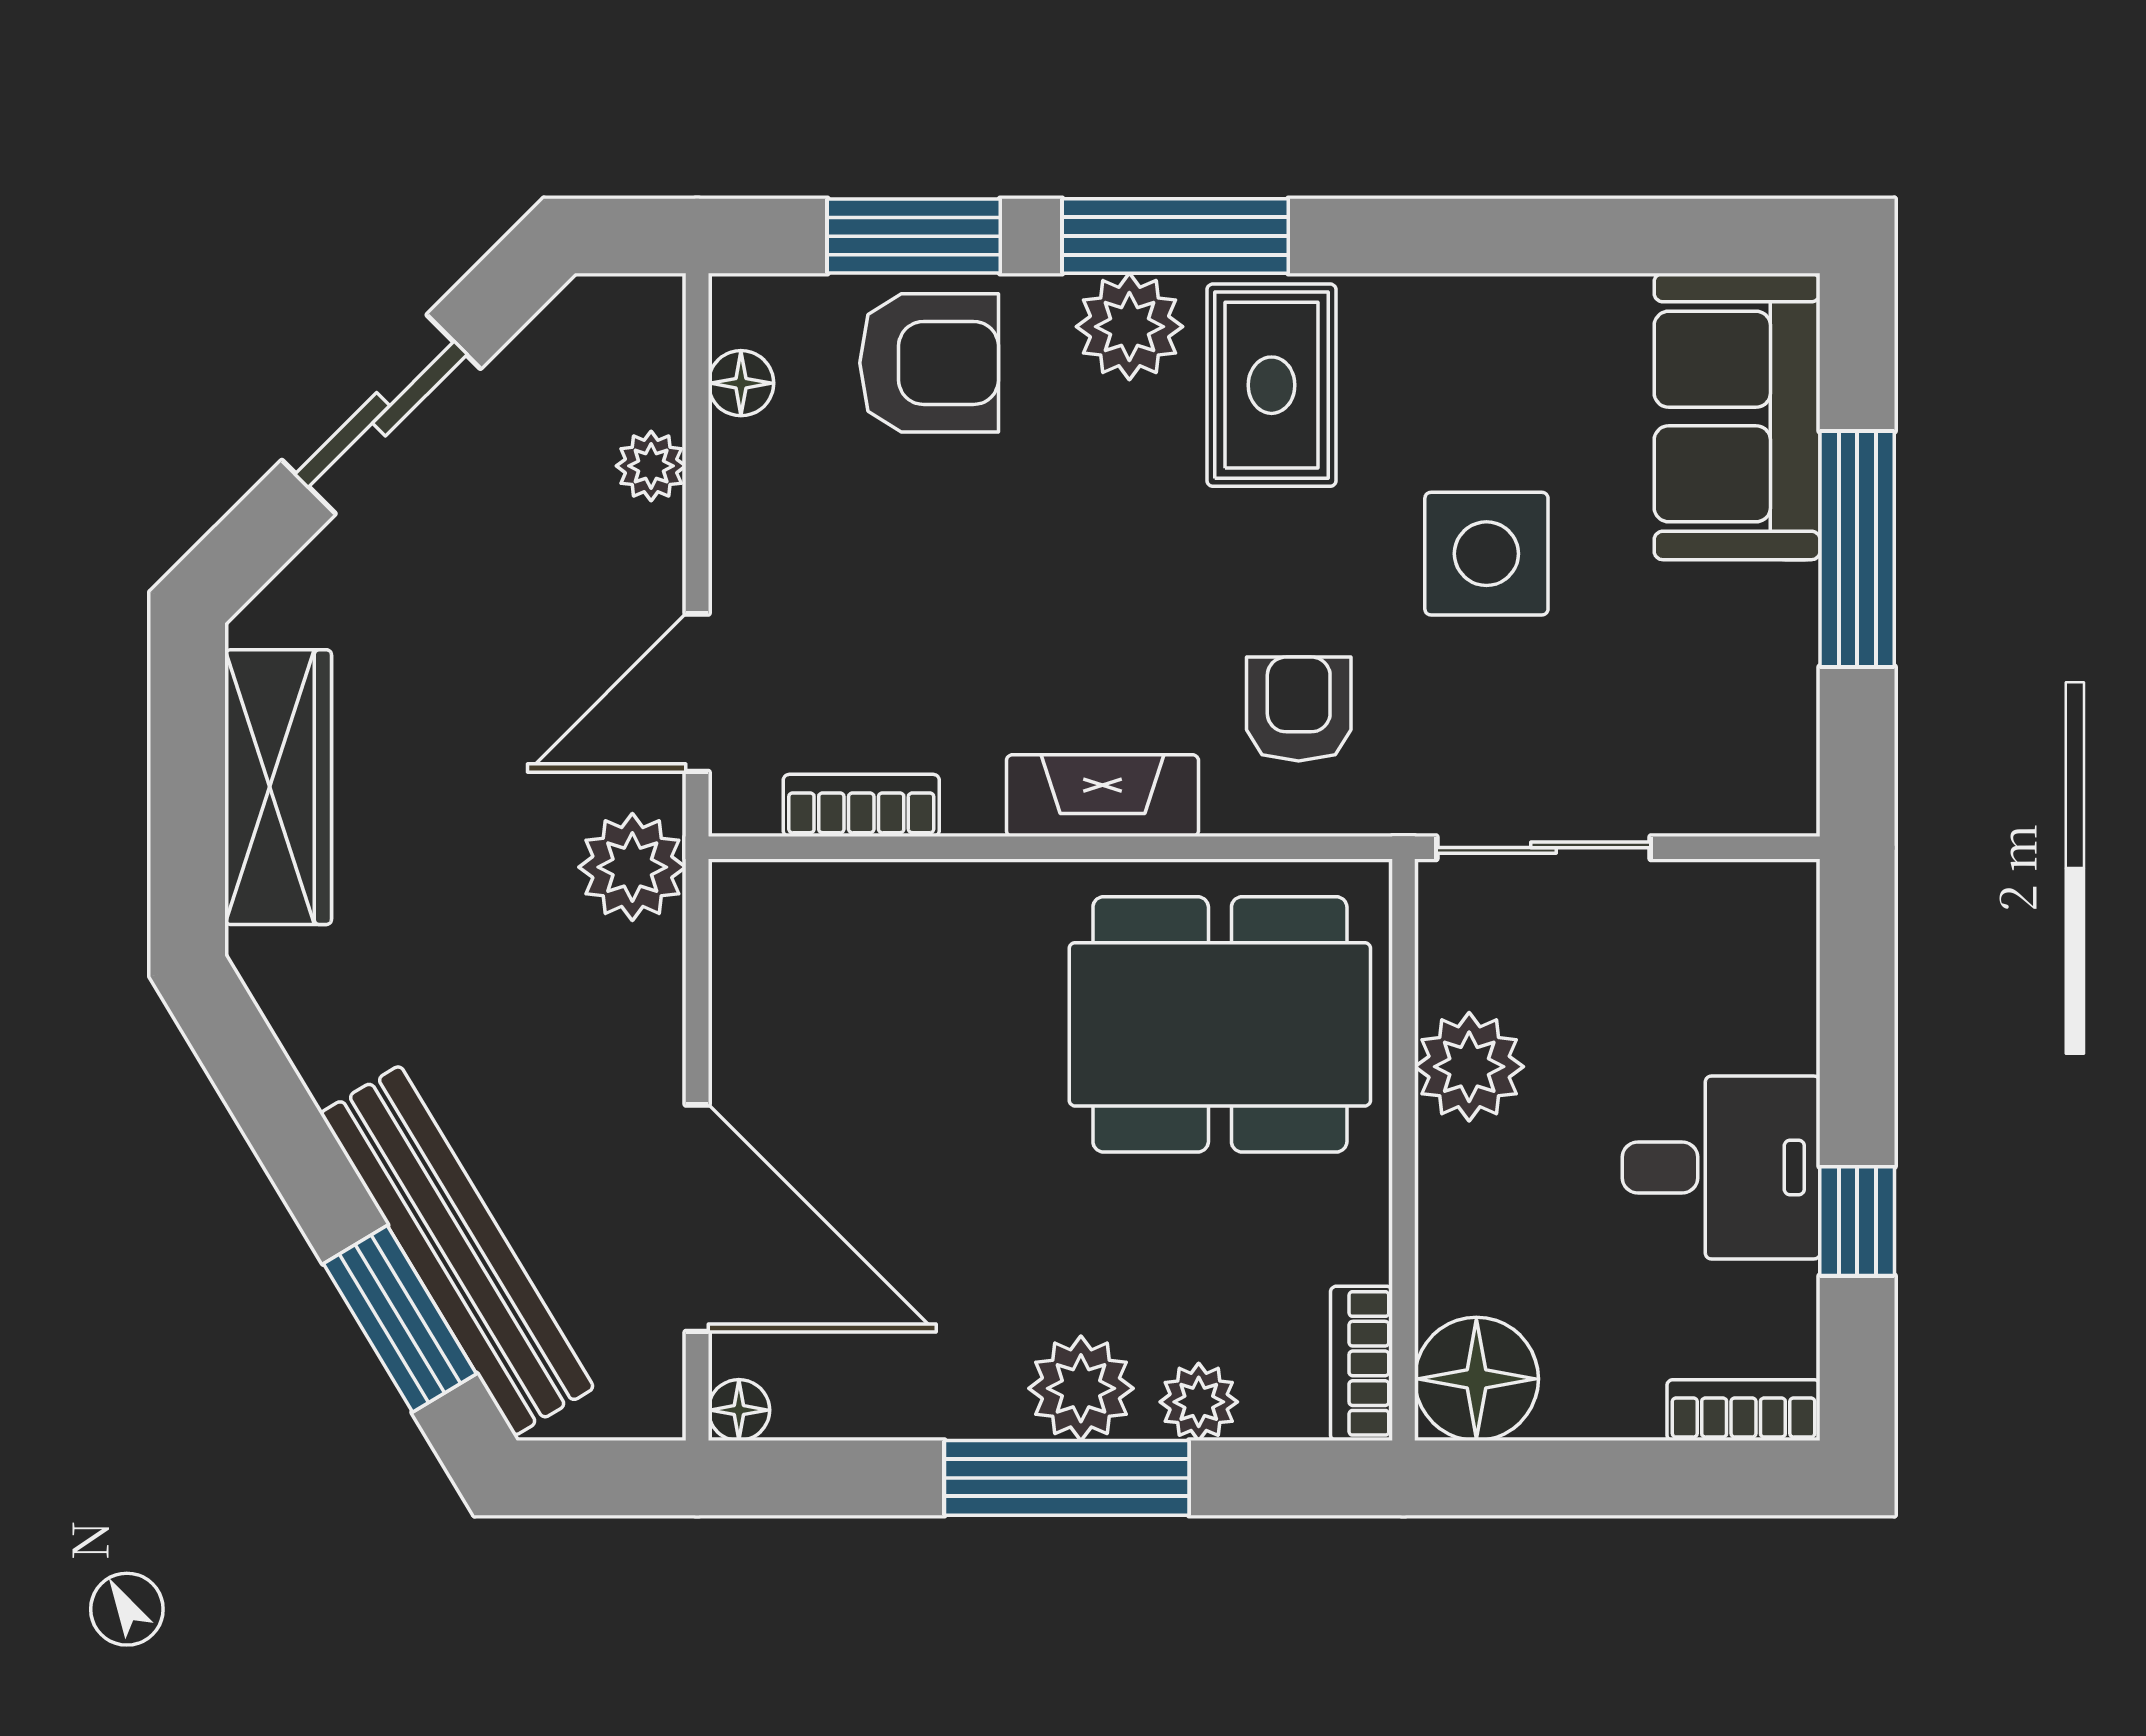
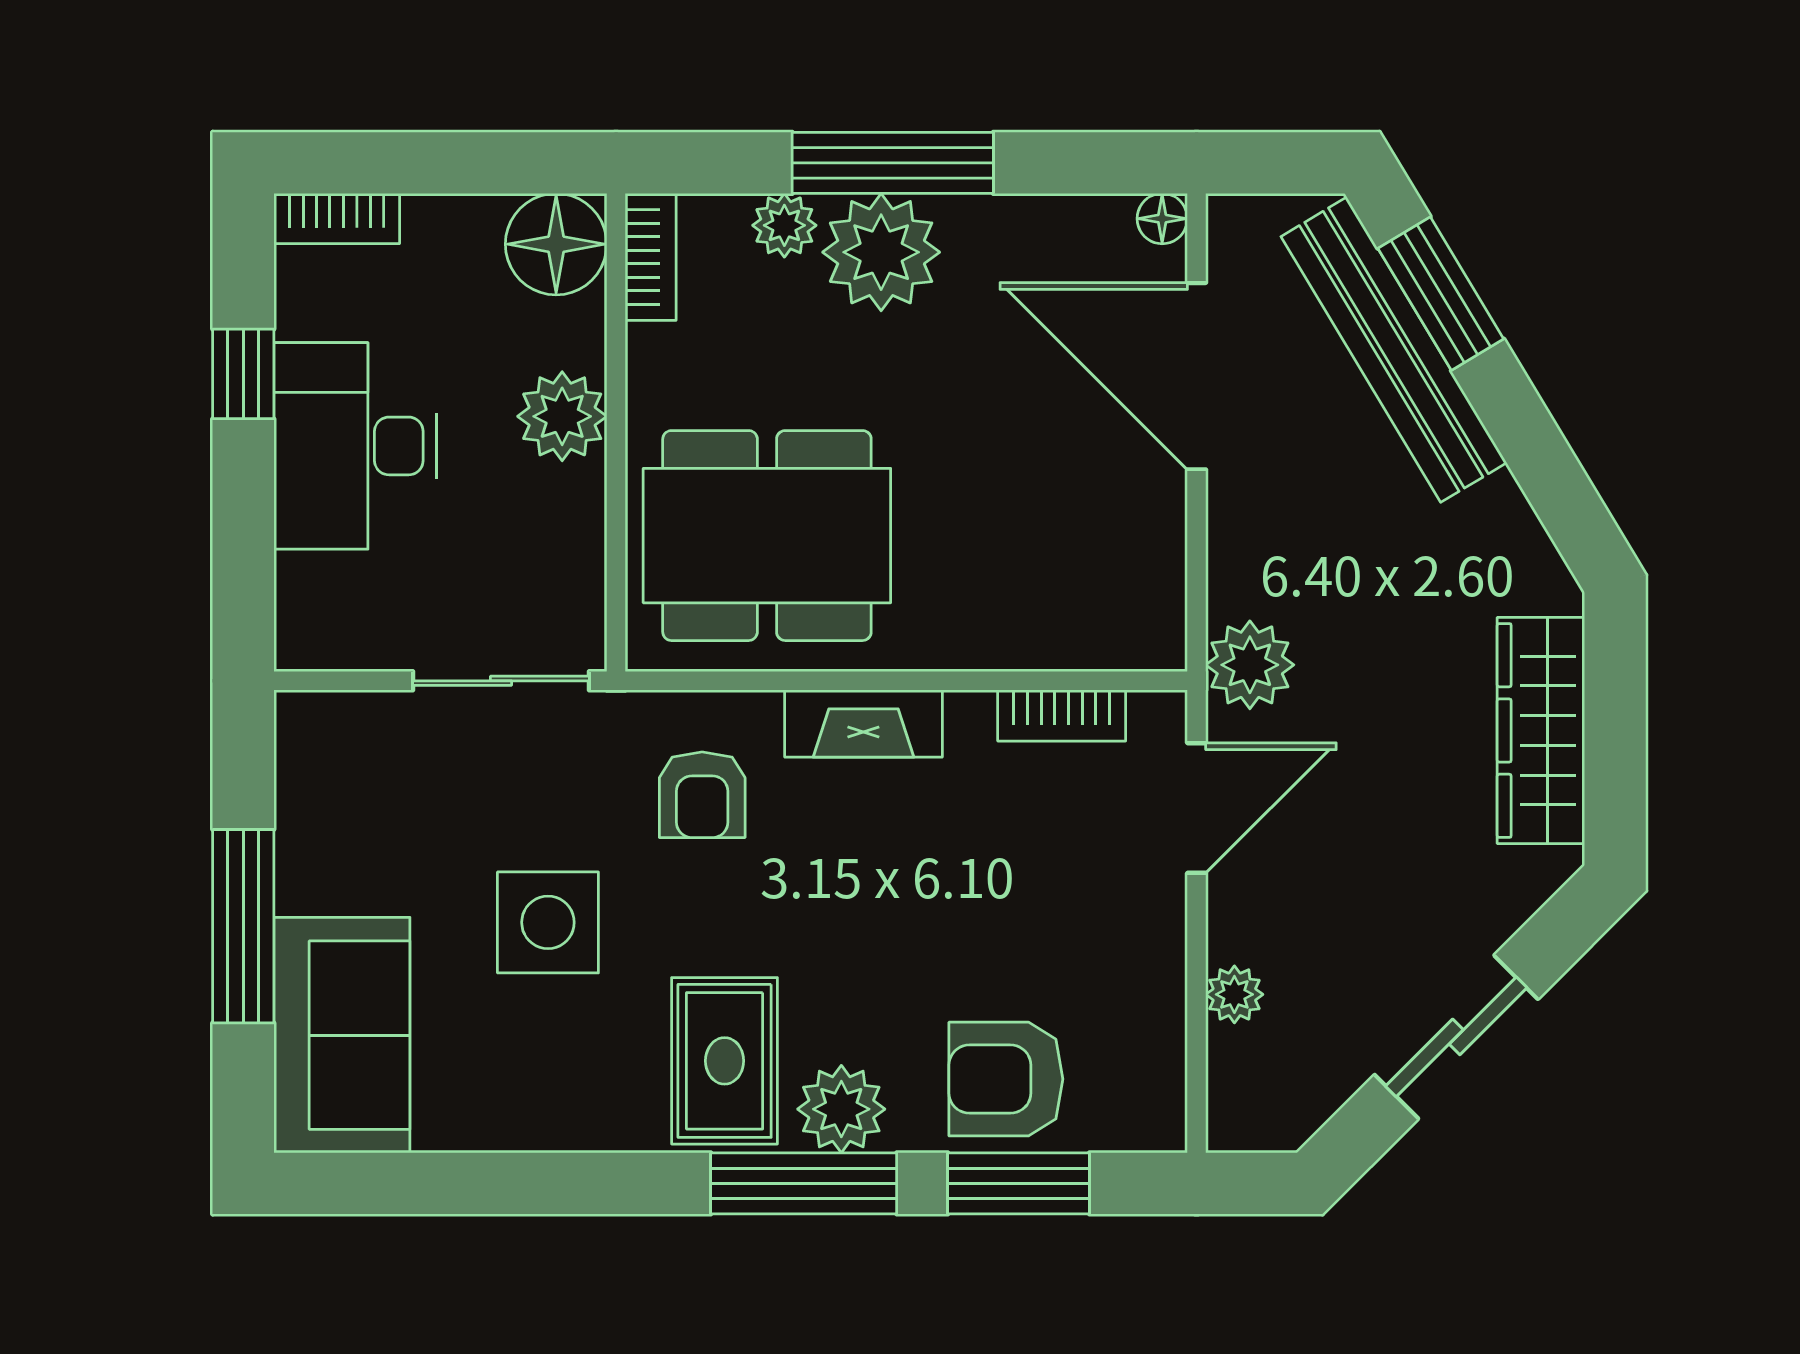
floor lamp: (741, 383) -> (1161, 1062), removed
plant: (1469, 1067) -> (562, 416), moved
desk: (1721, 1168) -> (355, 446), width x1.37
plant: (1081, 1388) -> (881, 252), width x1.36, depth x1.36

